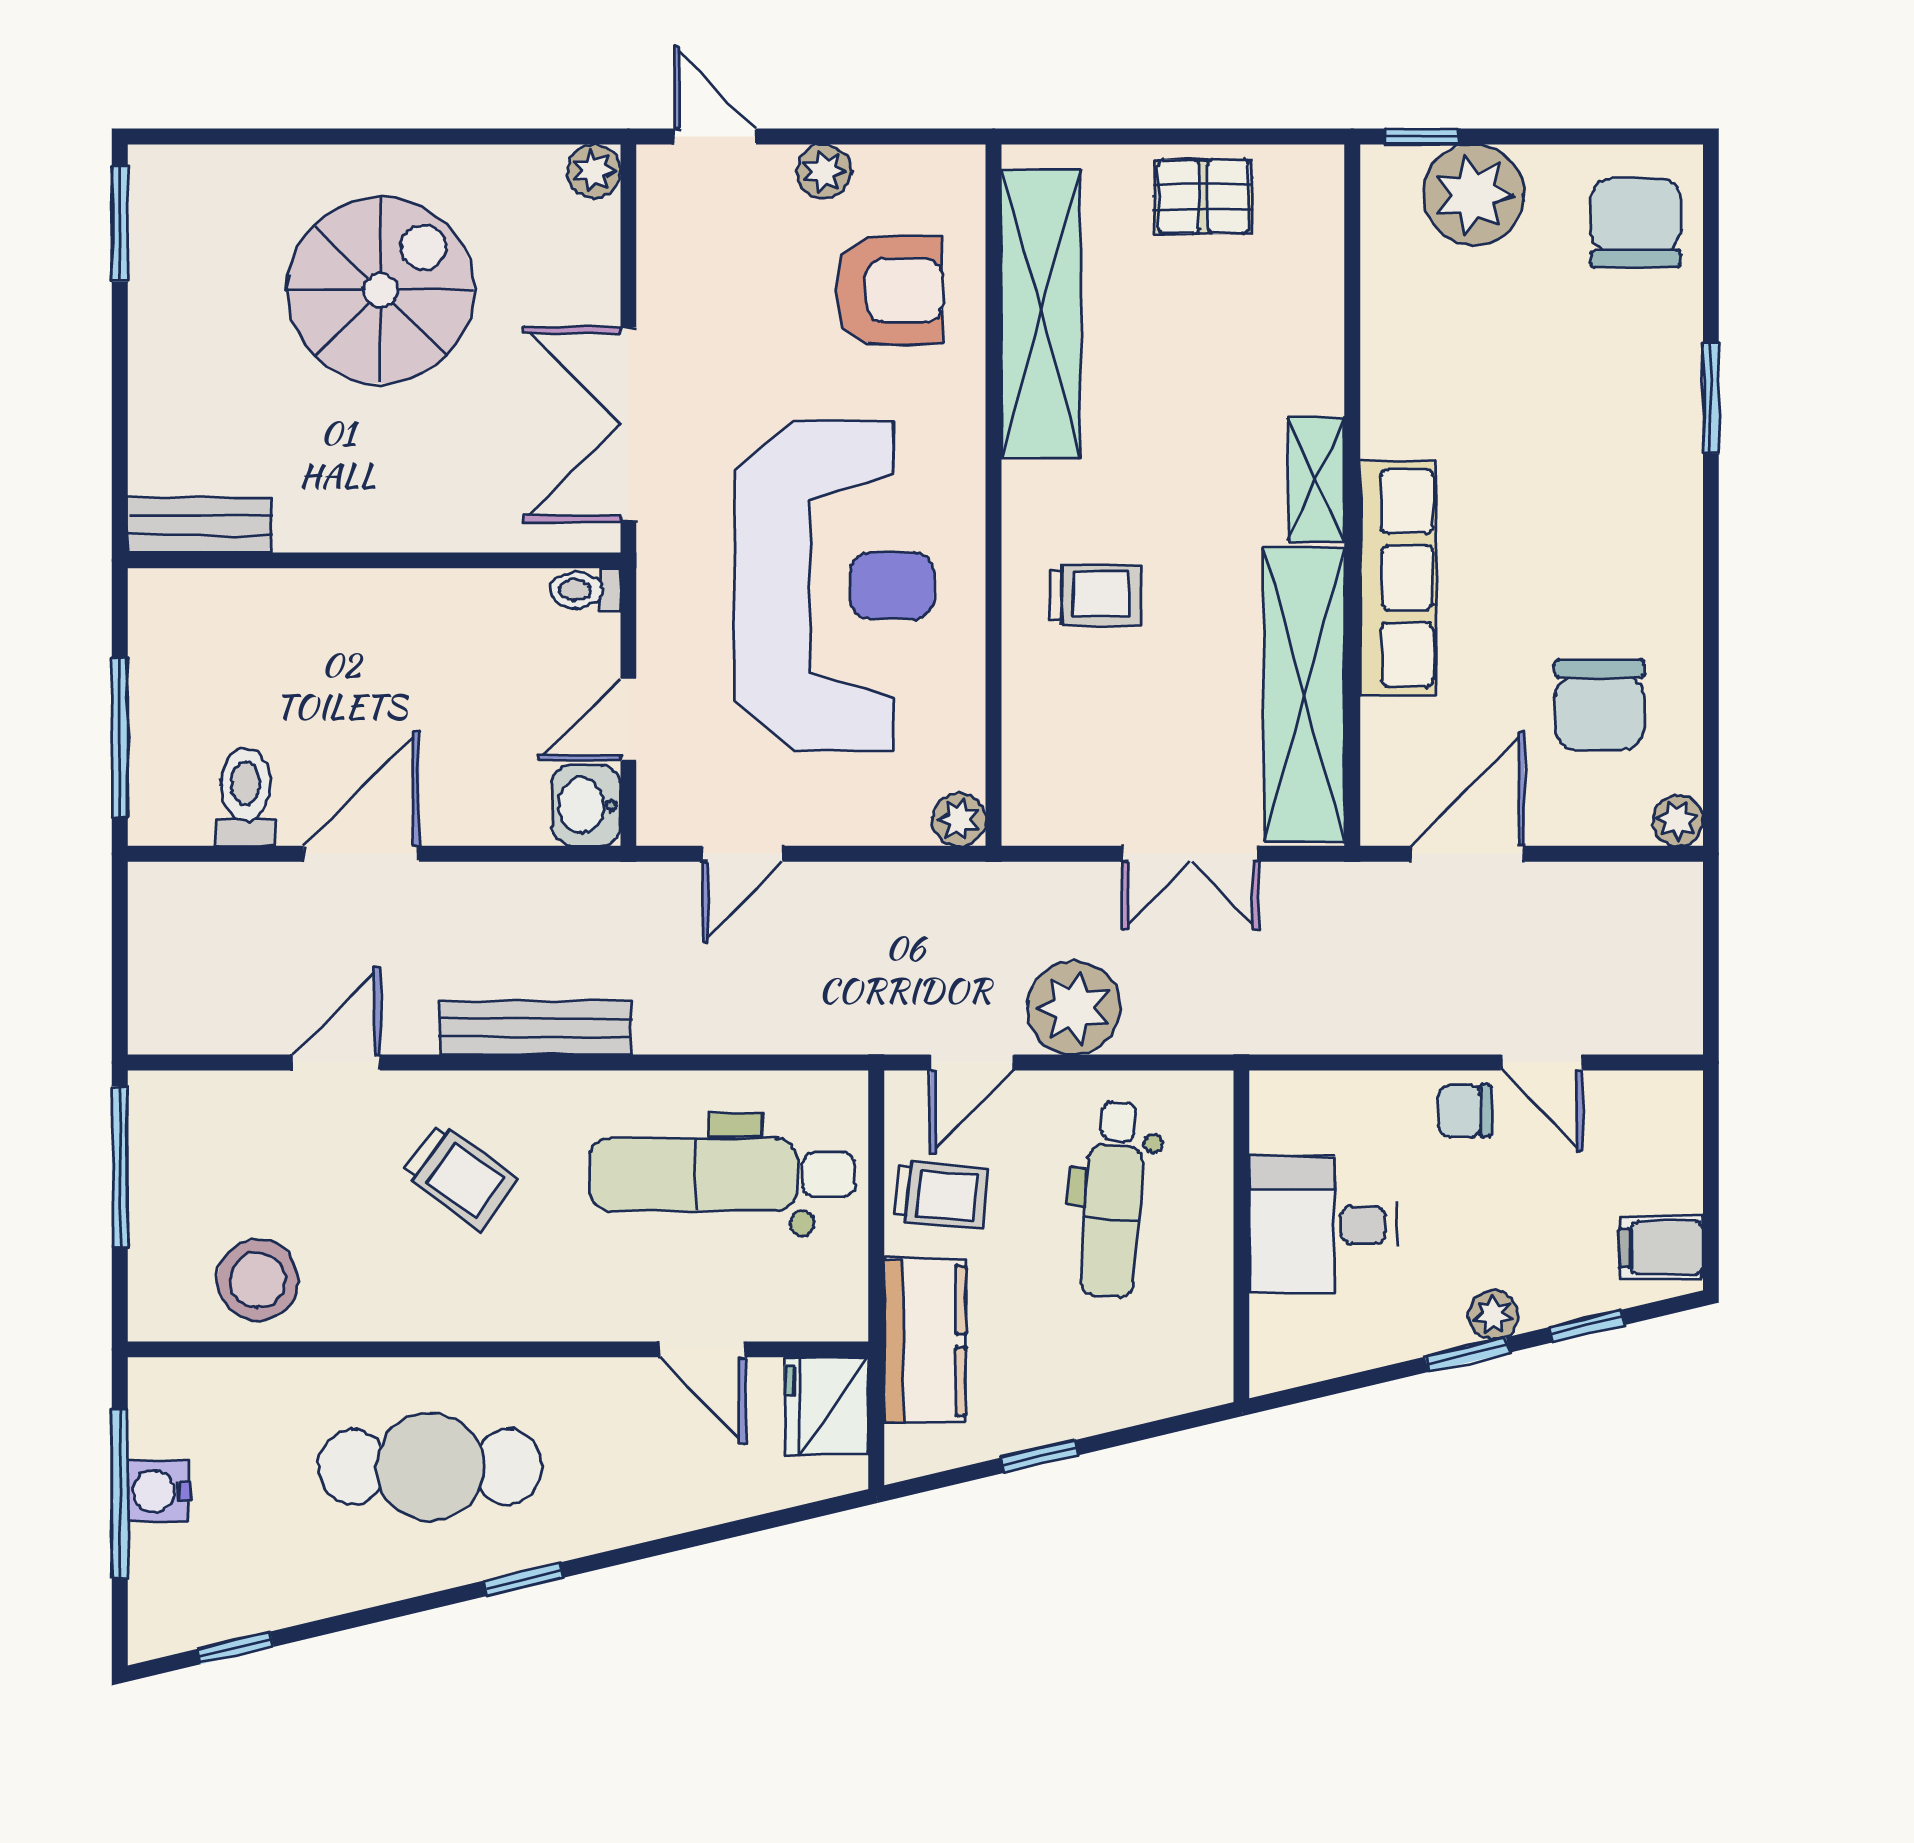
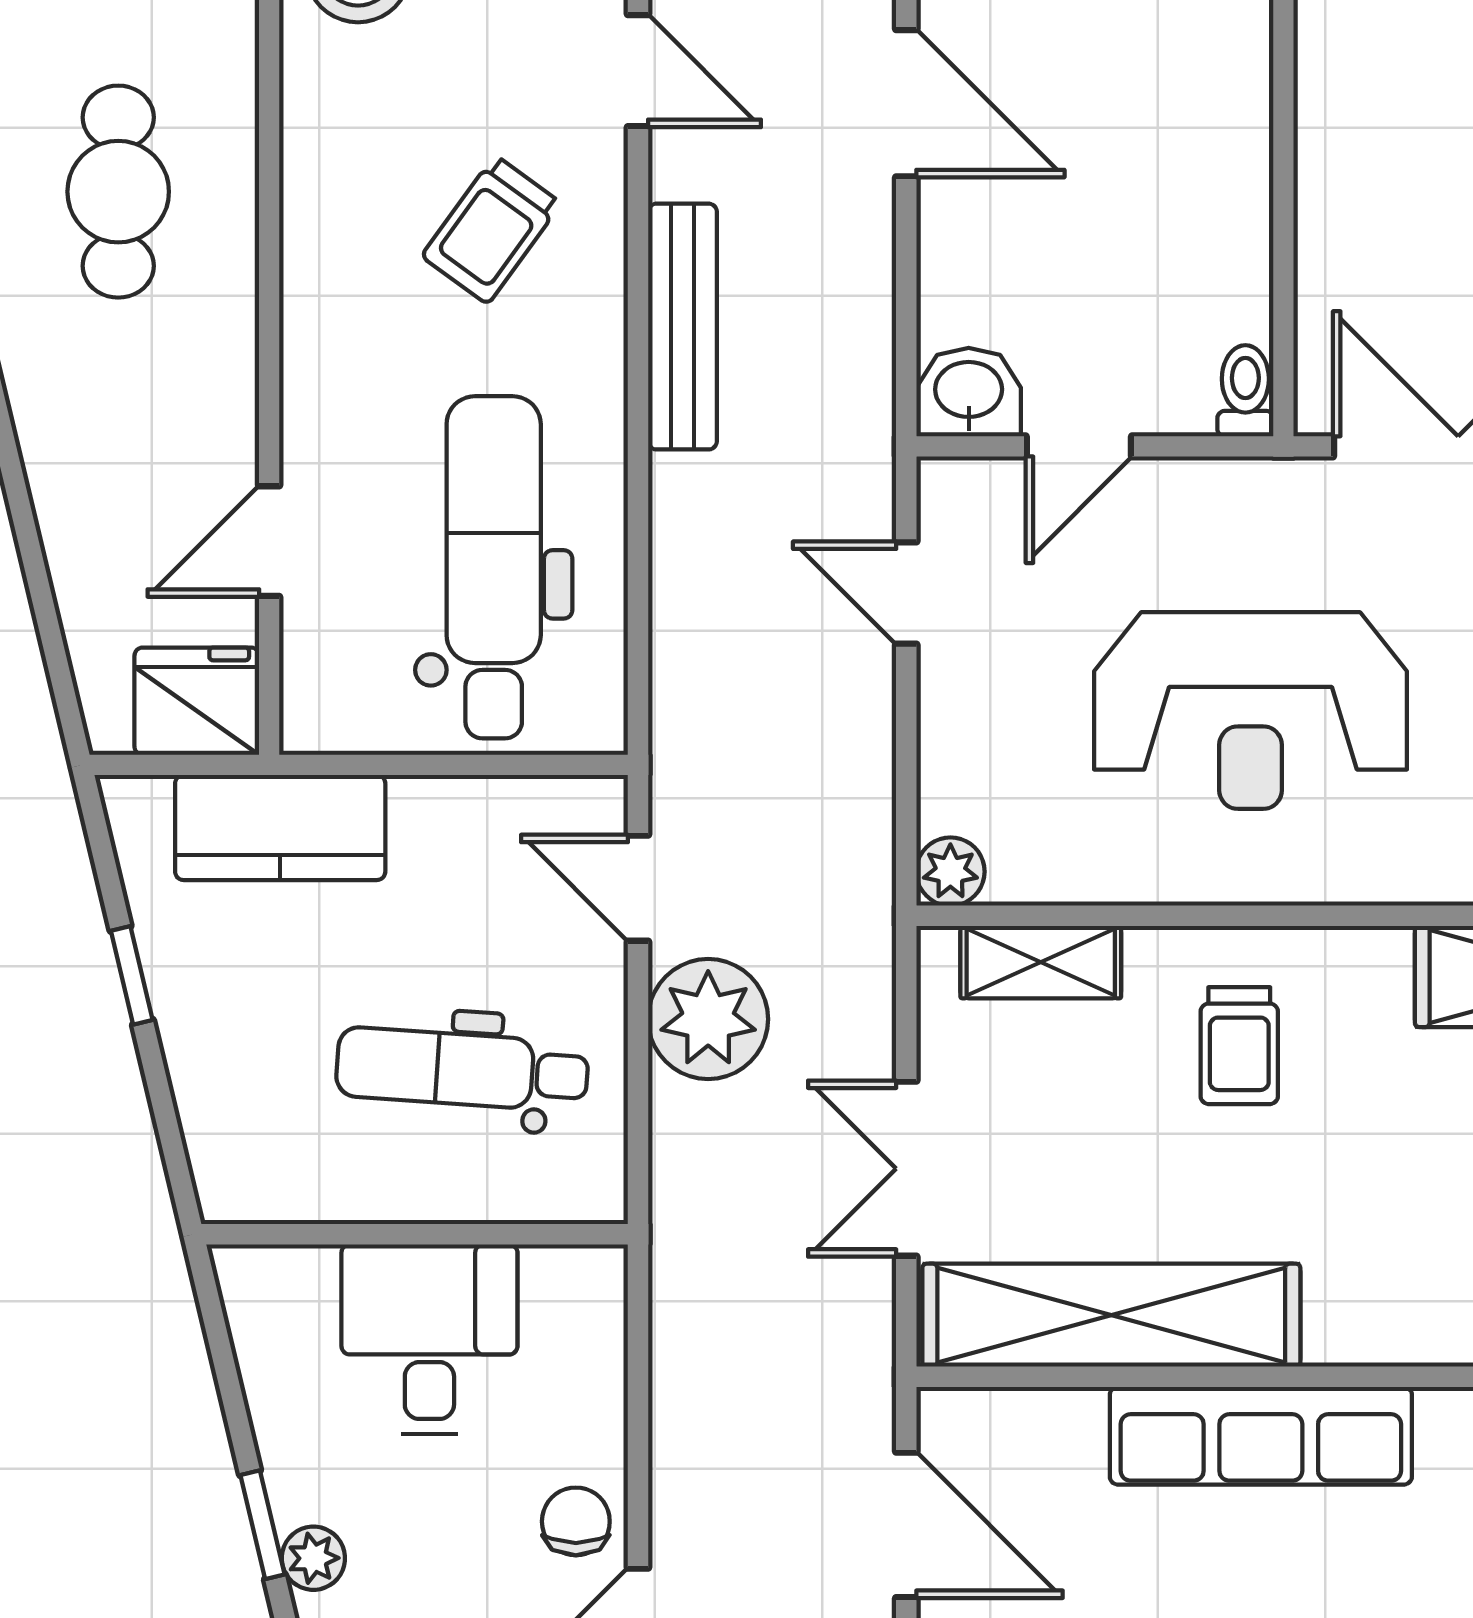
shelving: (1316, 479) -> (1041, 962), moved
reception desk: (834, 586) -> (1251, 711), width x0.74, depth x0.77
door: (628, 719) -> (1079, 446), swing flipped
trolley: (941, 1195) -> (468, 848), removed
cafe table: (430, 1467) -> (118, 192), width x0.73, depth x0.74

